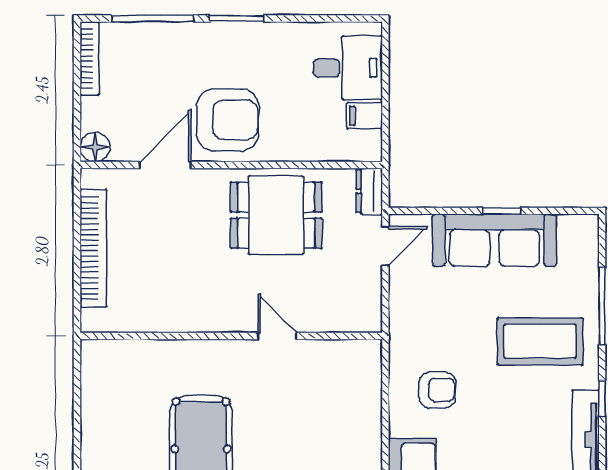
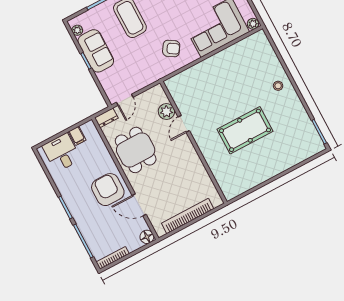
plant: (570, 225) -> (77, 30), added
sofa: (494, 240) -> (96, 51), width x0.73
door: (385, 246) -> (125, 100), swing flipped
plant: (319, 315) -> (166, 112), added
armchair: (437, 390) -> (171, 48), turned 123

